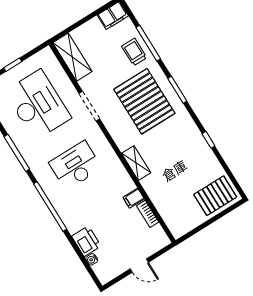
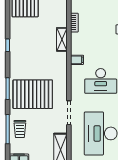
pallet: (144, 101) -> (33, 94), turned 90
shelving: (136, 163) -> (62, 39), moved
filing cabinet: (134, 198) -> (77, 60), moved

